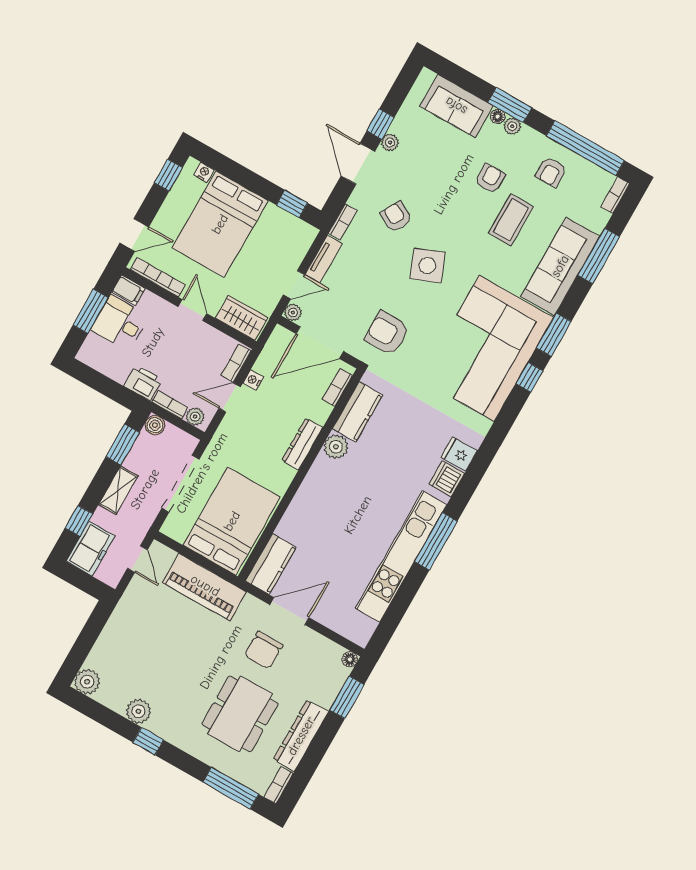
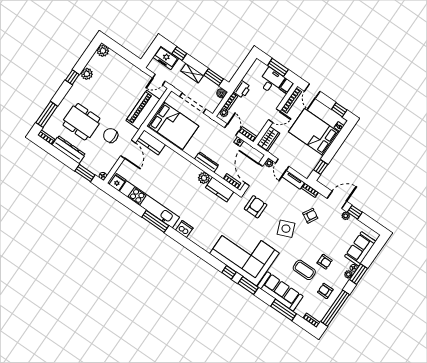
fridge: (459, 454) -> (118, 182), moved

